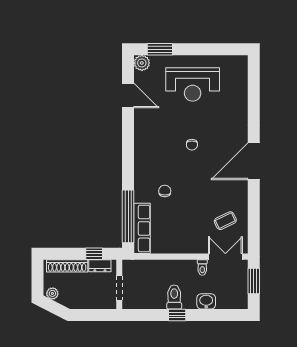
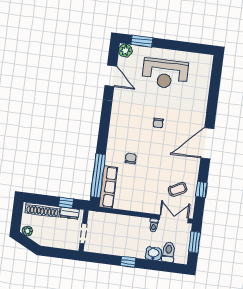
window: (254, 217) -> (201, 190), added
toilet: (174, 297) -> (168, 252), moved

